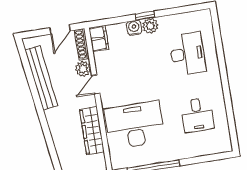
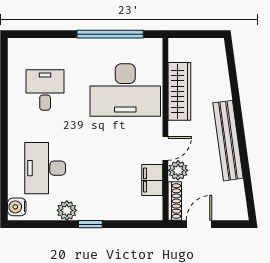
plant: (150, 26) -> (67, 210), moved
water cooler: (134, 28) -> (17, 207), moved, turned 90
filing cabinet: (99, 39) -> (152, 180), moved
bench: (41, 78) -> (228, 141), moved

